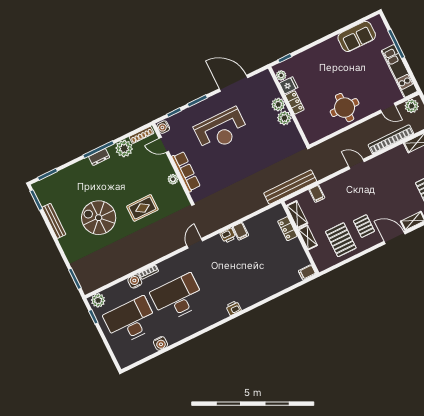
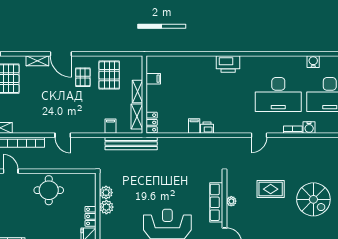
plant: (278, 105) -> (106, 193), moved
locker: (287, 229) -> (152, 122), moved
door: (195, 243) -> (259, 135), moved
filing cabinet: (307, 272) -> (153, 79), moved
printer: (233, 308) -> (228, 64), width x1.87, depth x1.48

